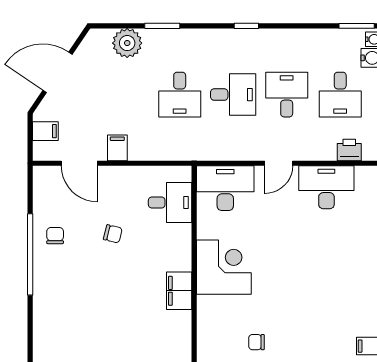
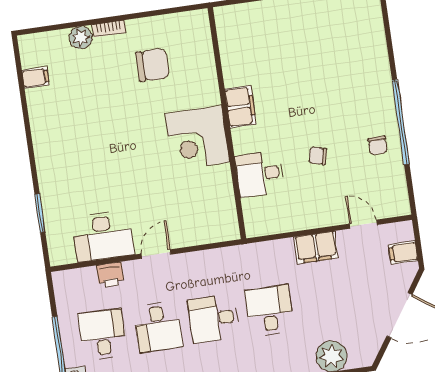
filing cabinet: (117, 148) -> (316, 247), width x2.00
printer: (349, 150) -> (110, 275), moved
door: (79, 163) -> (363, 224), width x0.73
desk: (225, 188) -> (208, 220), removed
desk: (170, 203) -> (260, 174), moved
chair: (256, 342) -> (152, 65), width x1.87, depth x1.87

